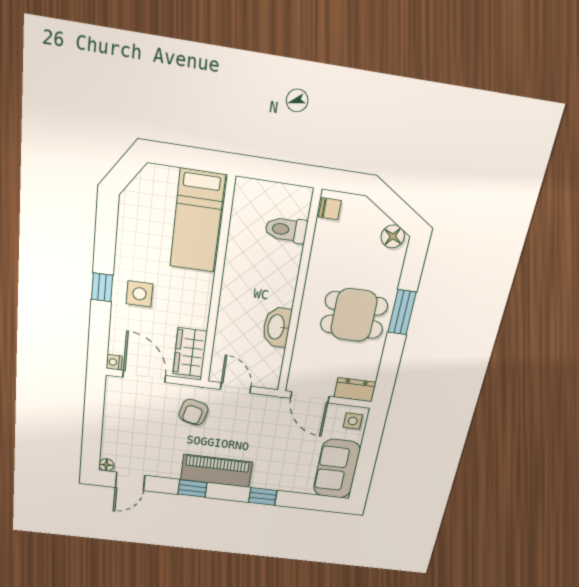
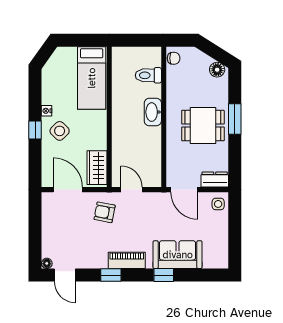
side table: (139, 294) -> (60, 131), turned 45
washbasin: (277, 327) -> (153, 112), moved
nightstand: (114, 362) -> (47, 111), moved
armchair: (193, 412) -> (105, 212), turned 87
sofa: (337, 469) -> (178, 255), moved, turned 90
piano: (217, 471) -> (127, 260), width x0.73, depth x0.75
door: (130, 481) -> (65, 275), hinge flipped

